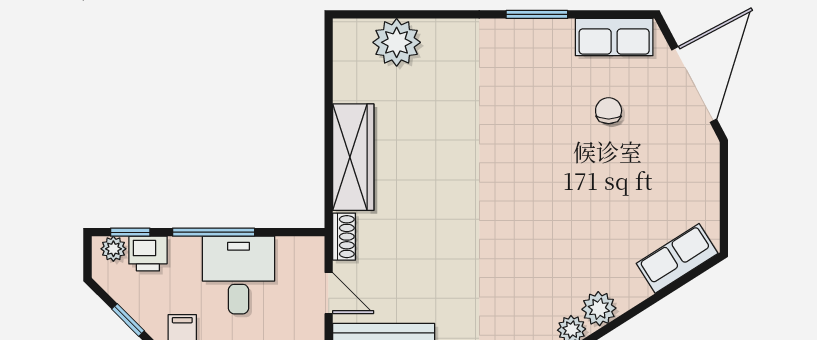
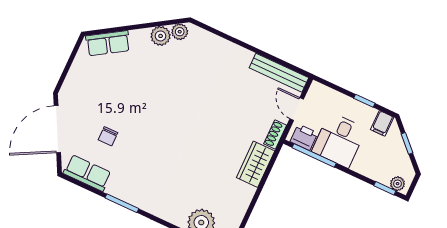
wardrobe: (353, 157) -> (256, 164), width x0.67
window: (214, 232) -> (314, 155), moved
printer: (148, 254) -> (304, 137), moved

